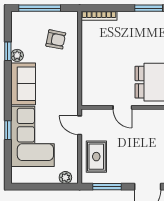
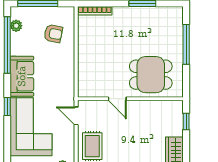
window: (8, 51) -> (7, 45), width x3.17
plant: (17, 55) -> (16, 26), moved
window: (8, 130) -> (7, 106), moved

